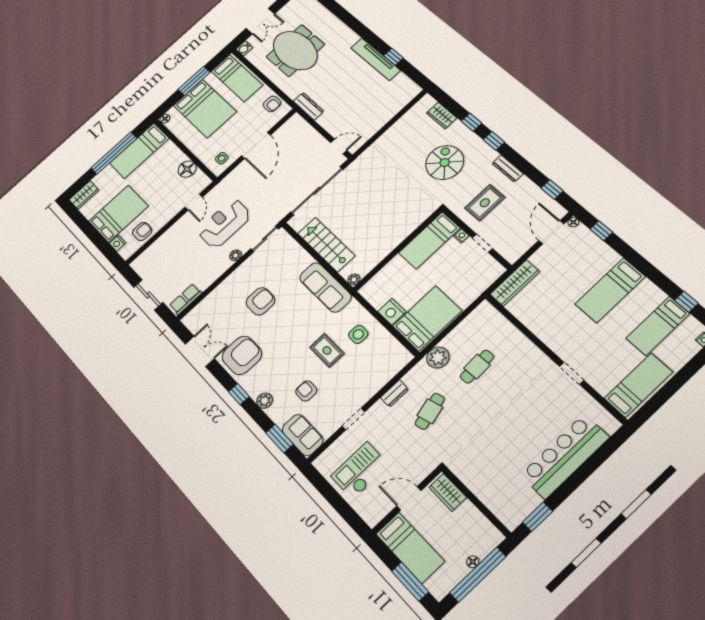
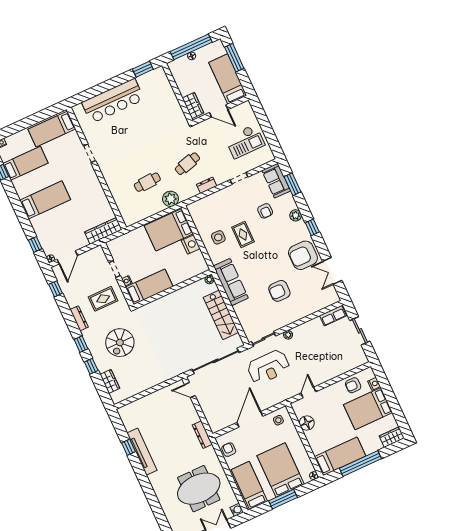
meeting table: (295, 51) -> (199, 489), turned 90
reception desk: (224, 223) -> (268, 367), moved

